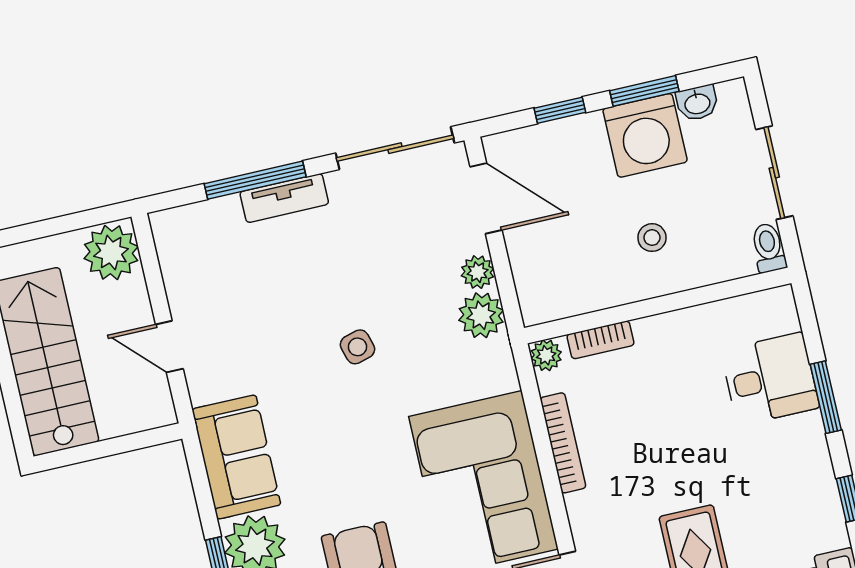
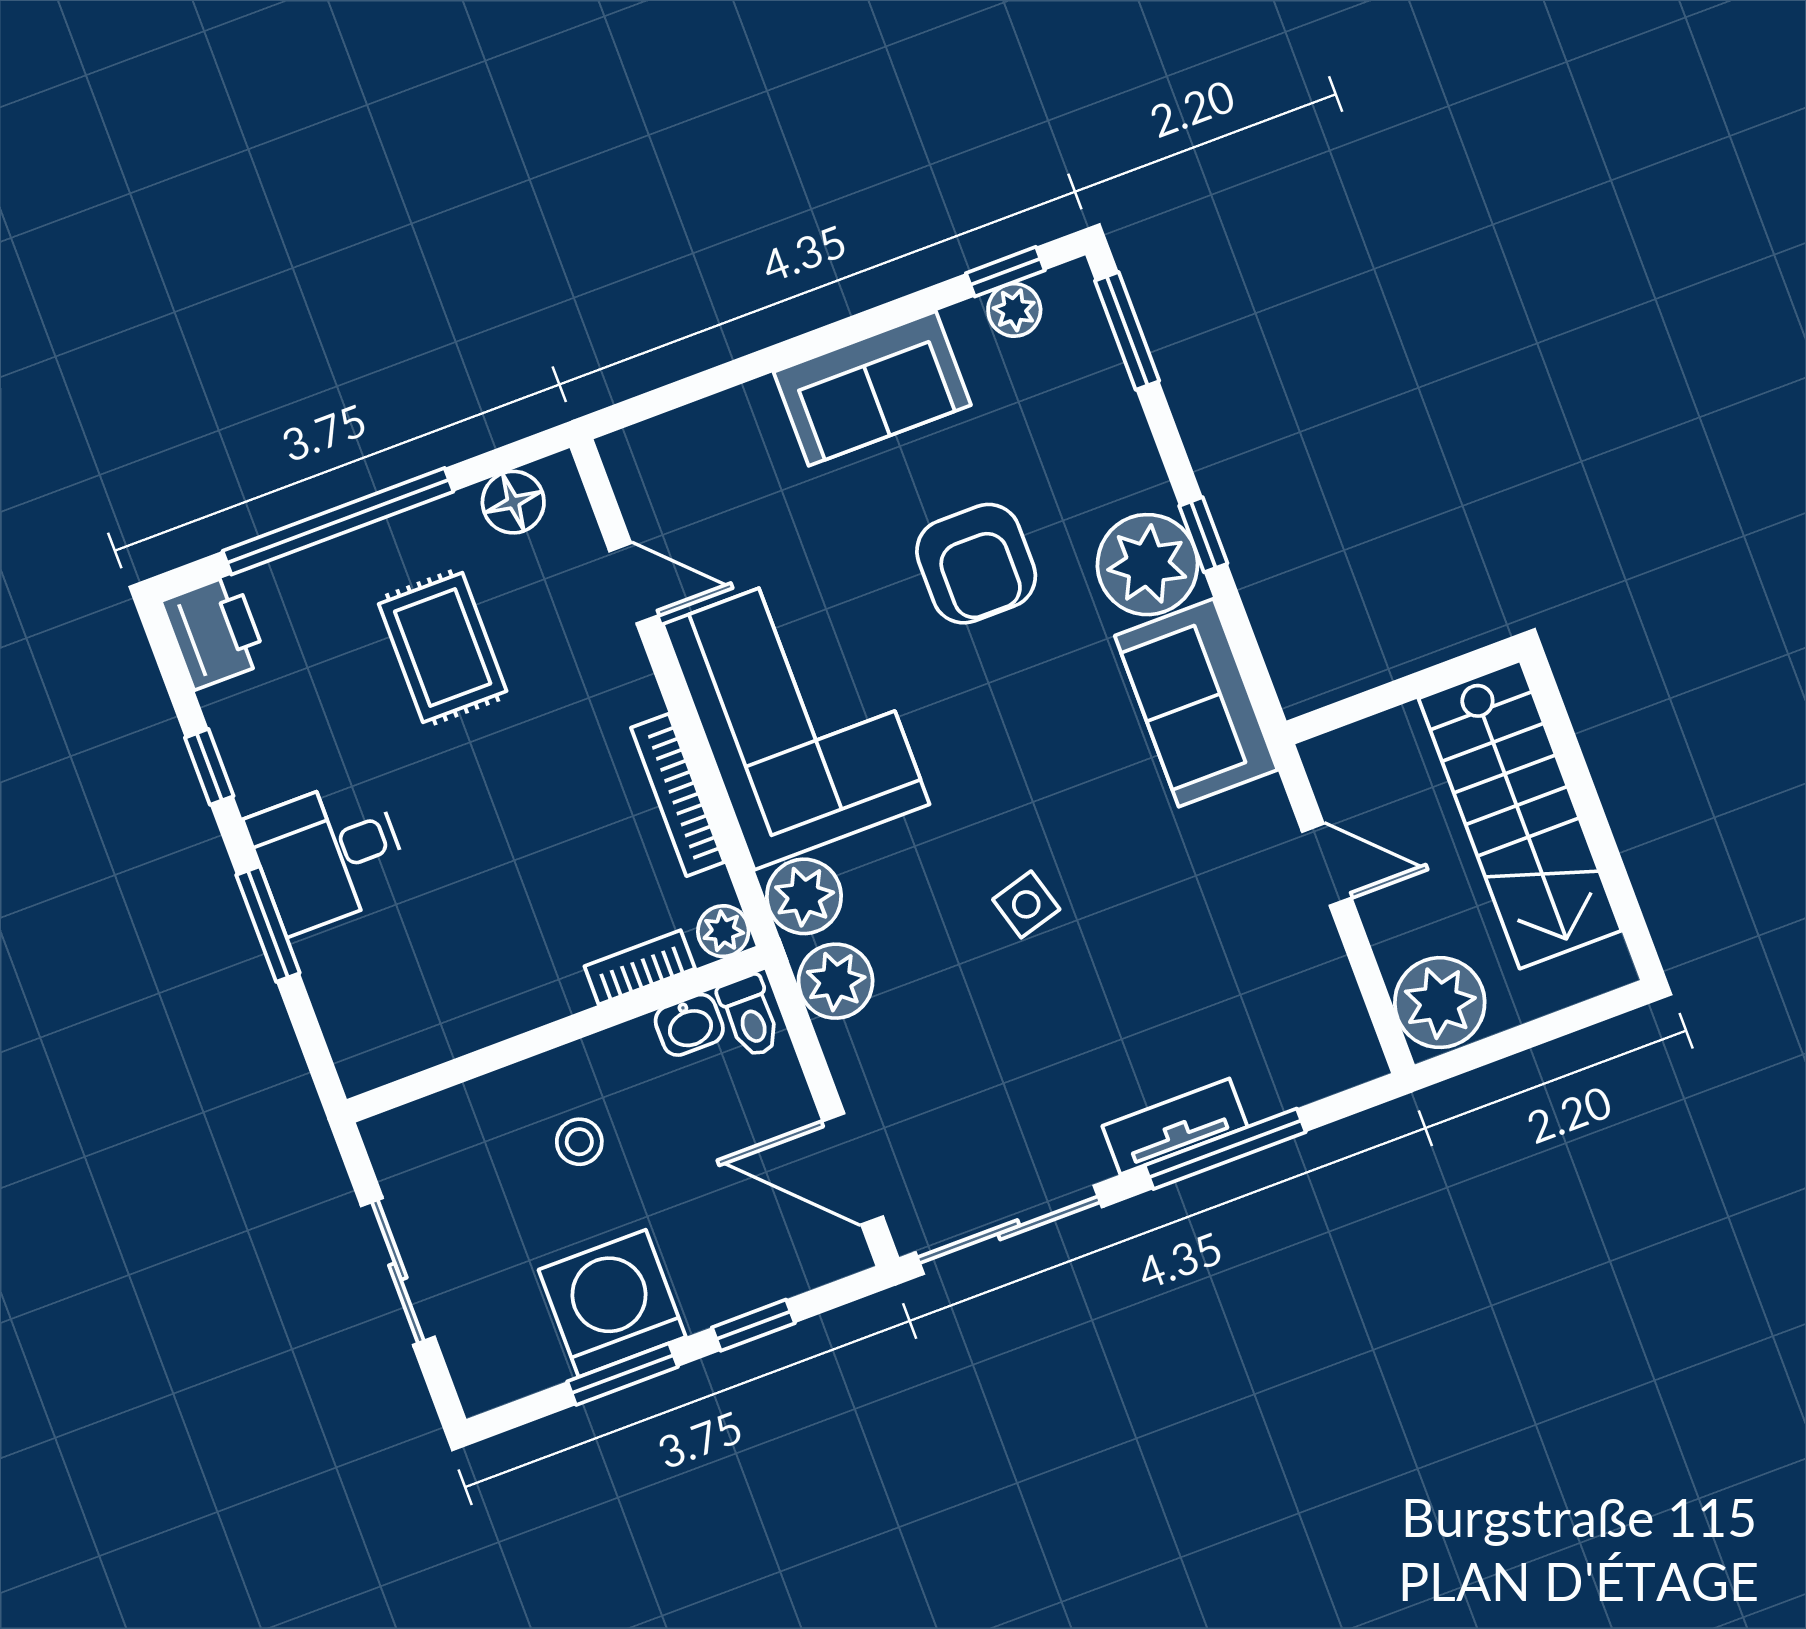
washbasin: (697, 103) -> (689, 1025), moved, turned 180
toilet: (768, 248) -> (750, 1016), moved
plant: (478, 272) -> (804, 896), moved, width x1.38, depth x1.38
desk: (770, 379) -> (328, 855), moved

